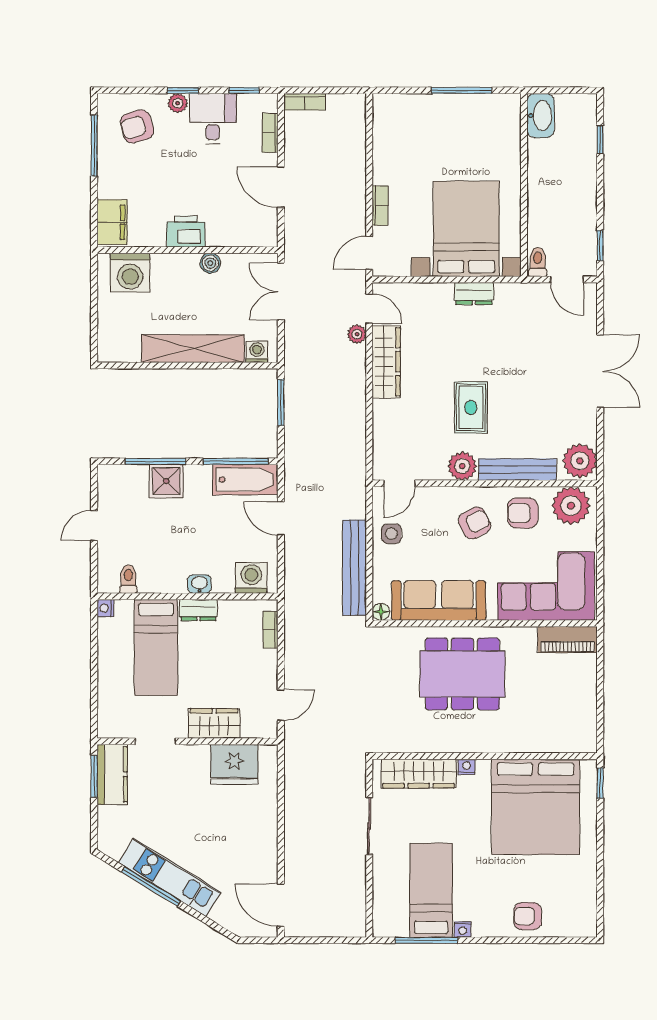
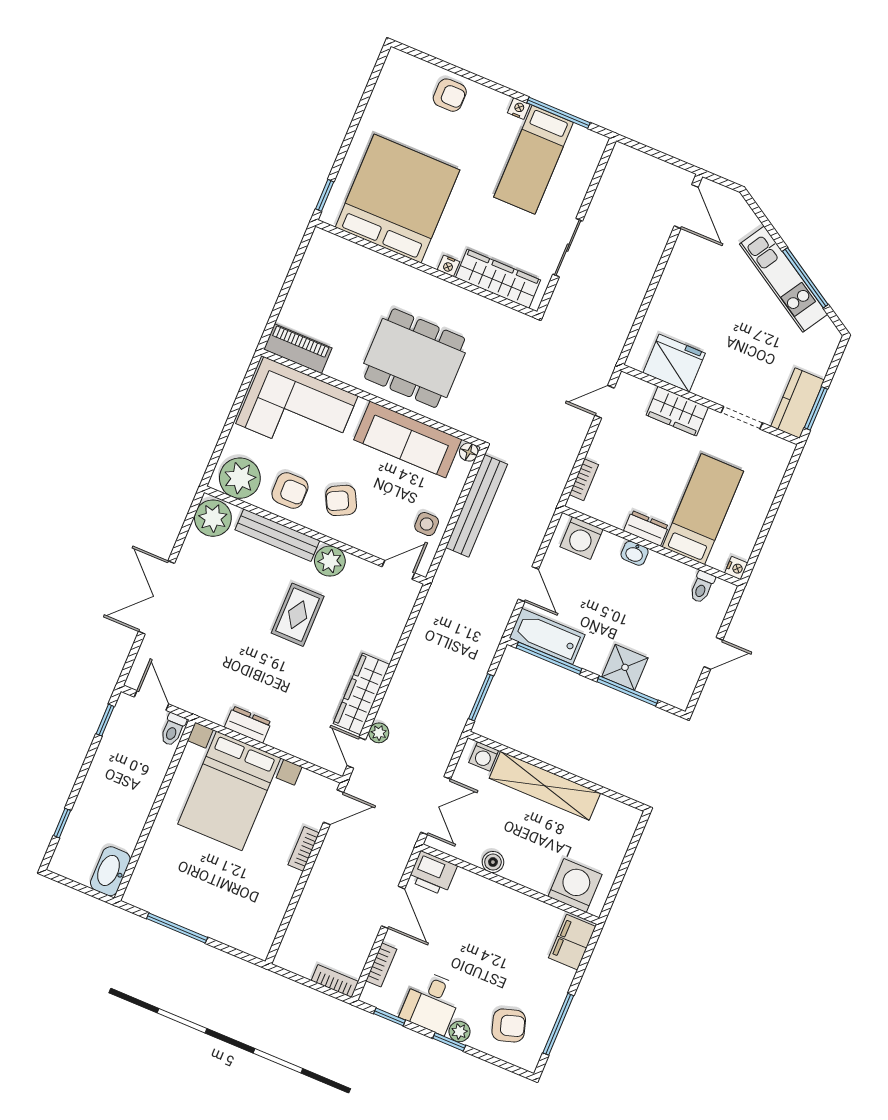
printer: (186, 231) -> (433, 873), moved

